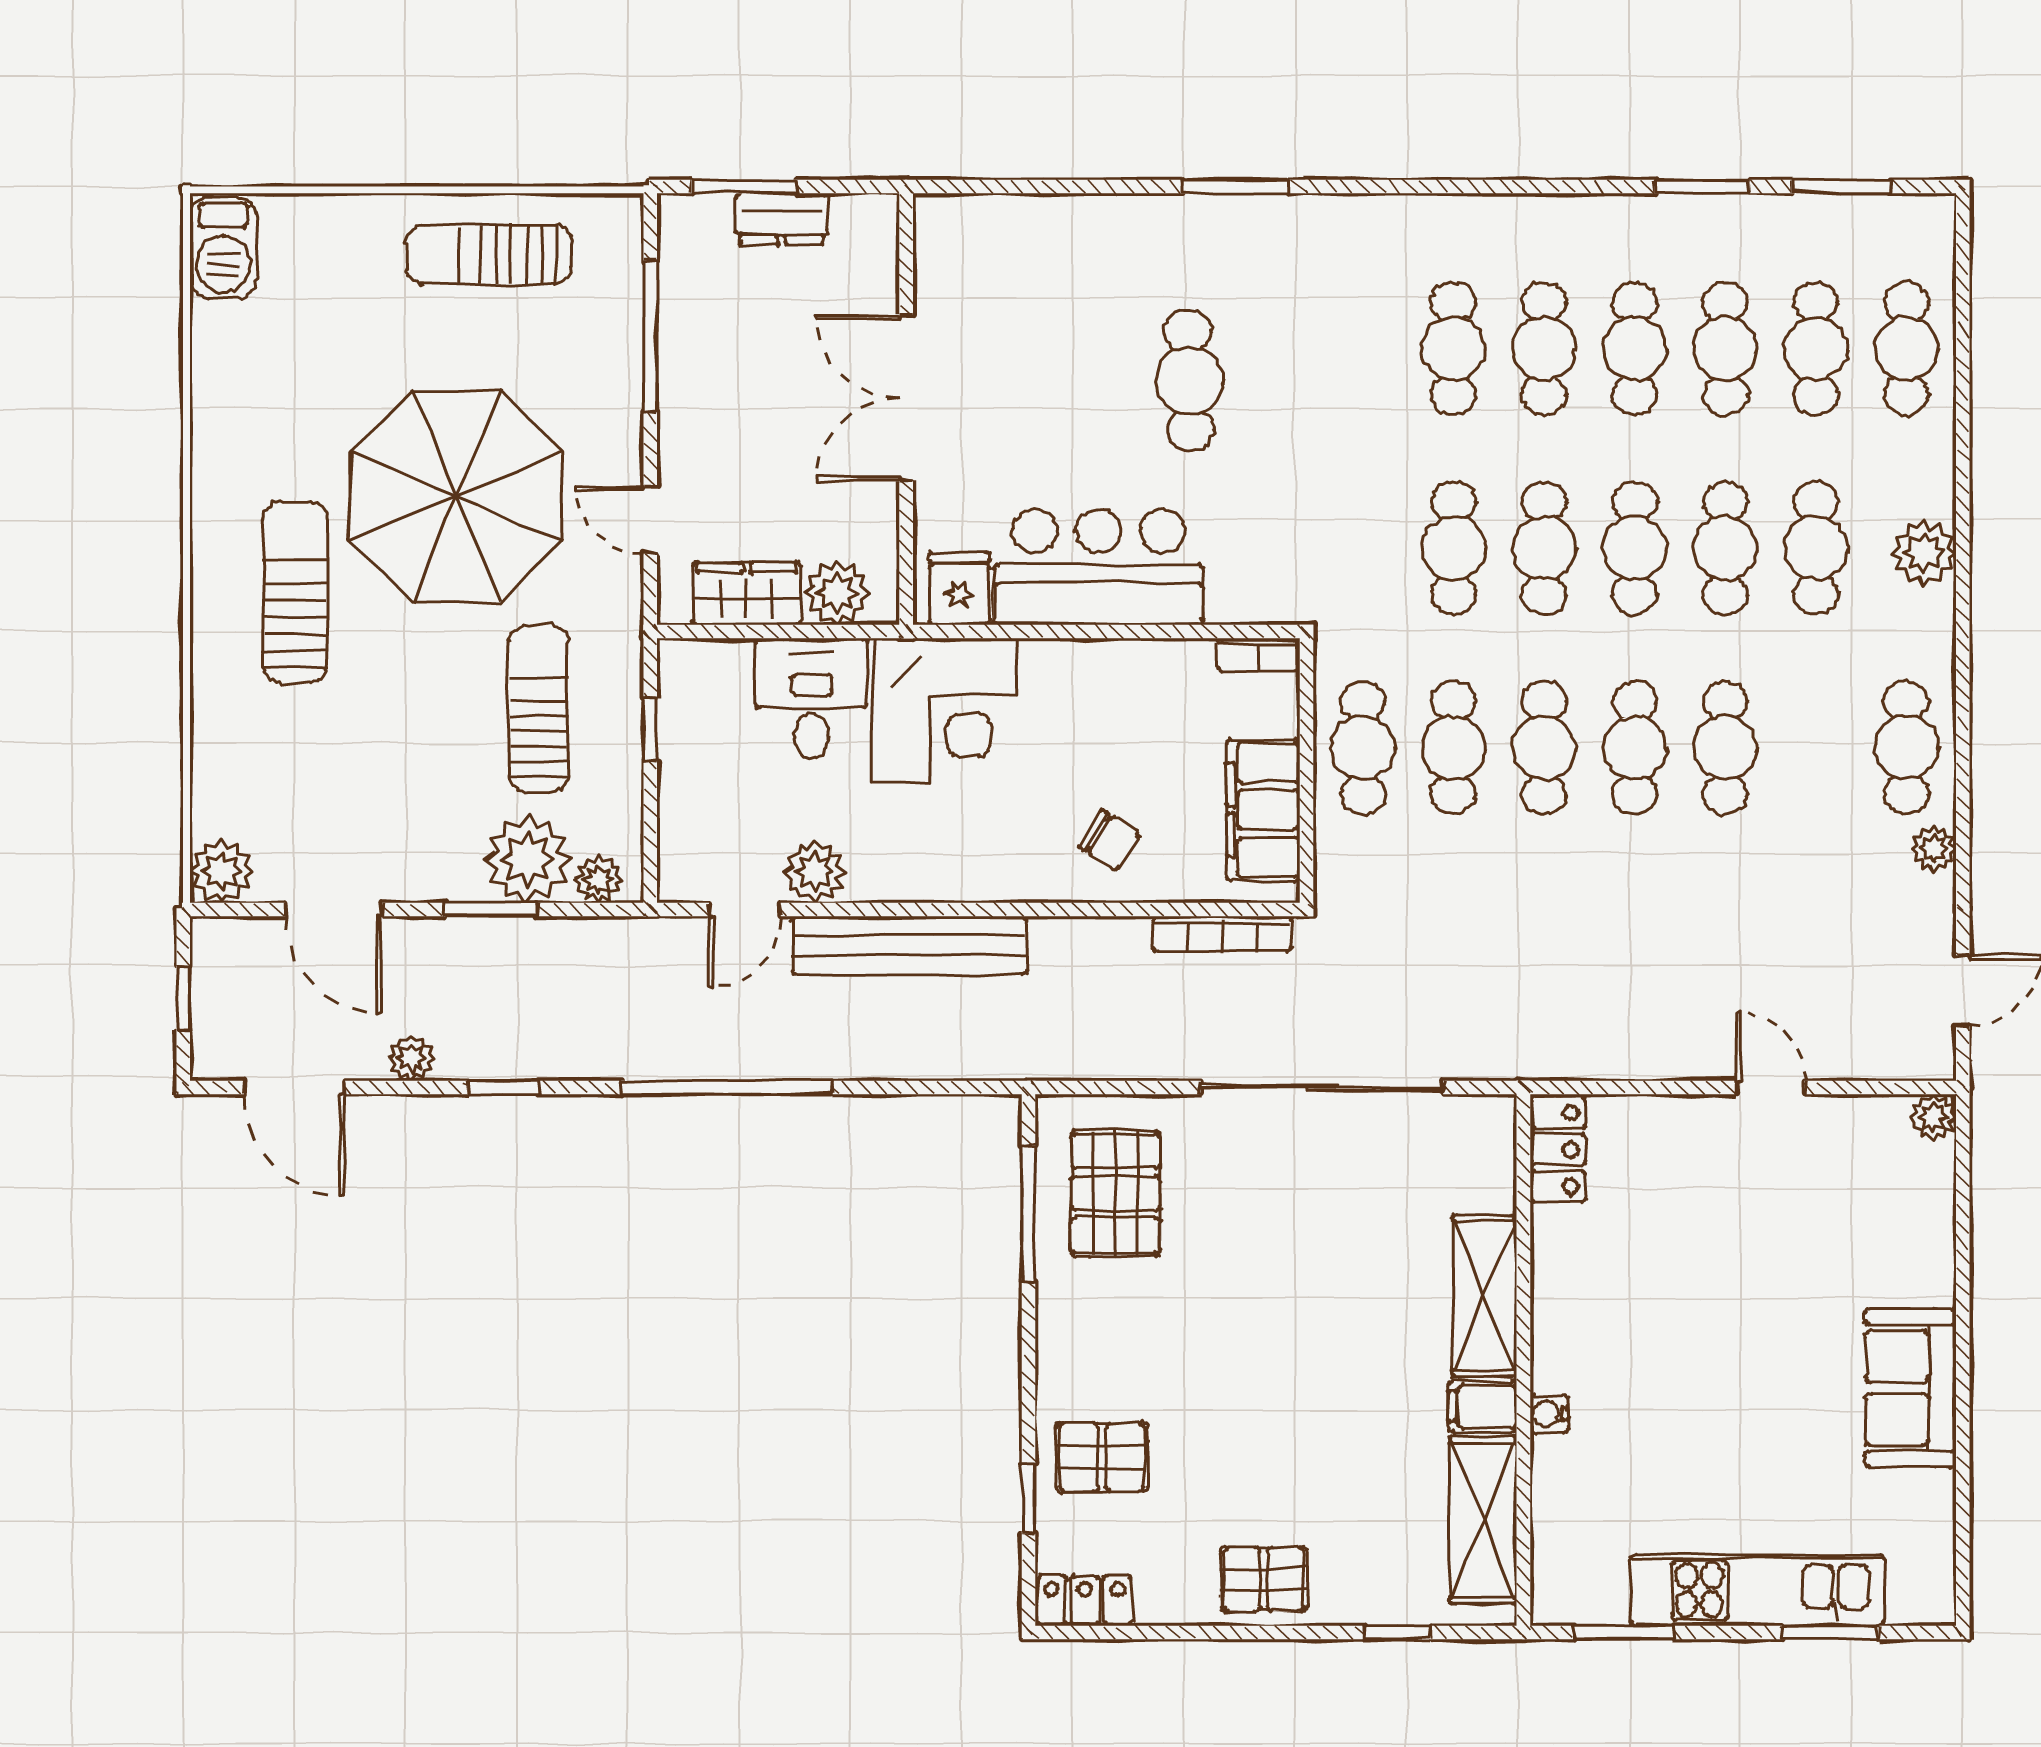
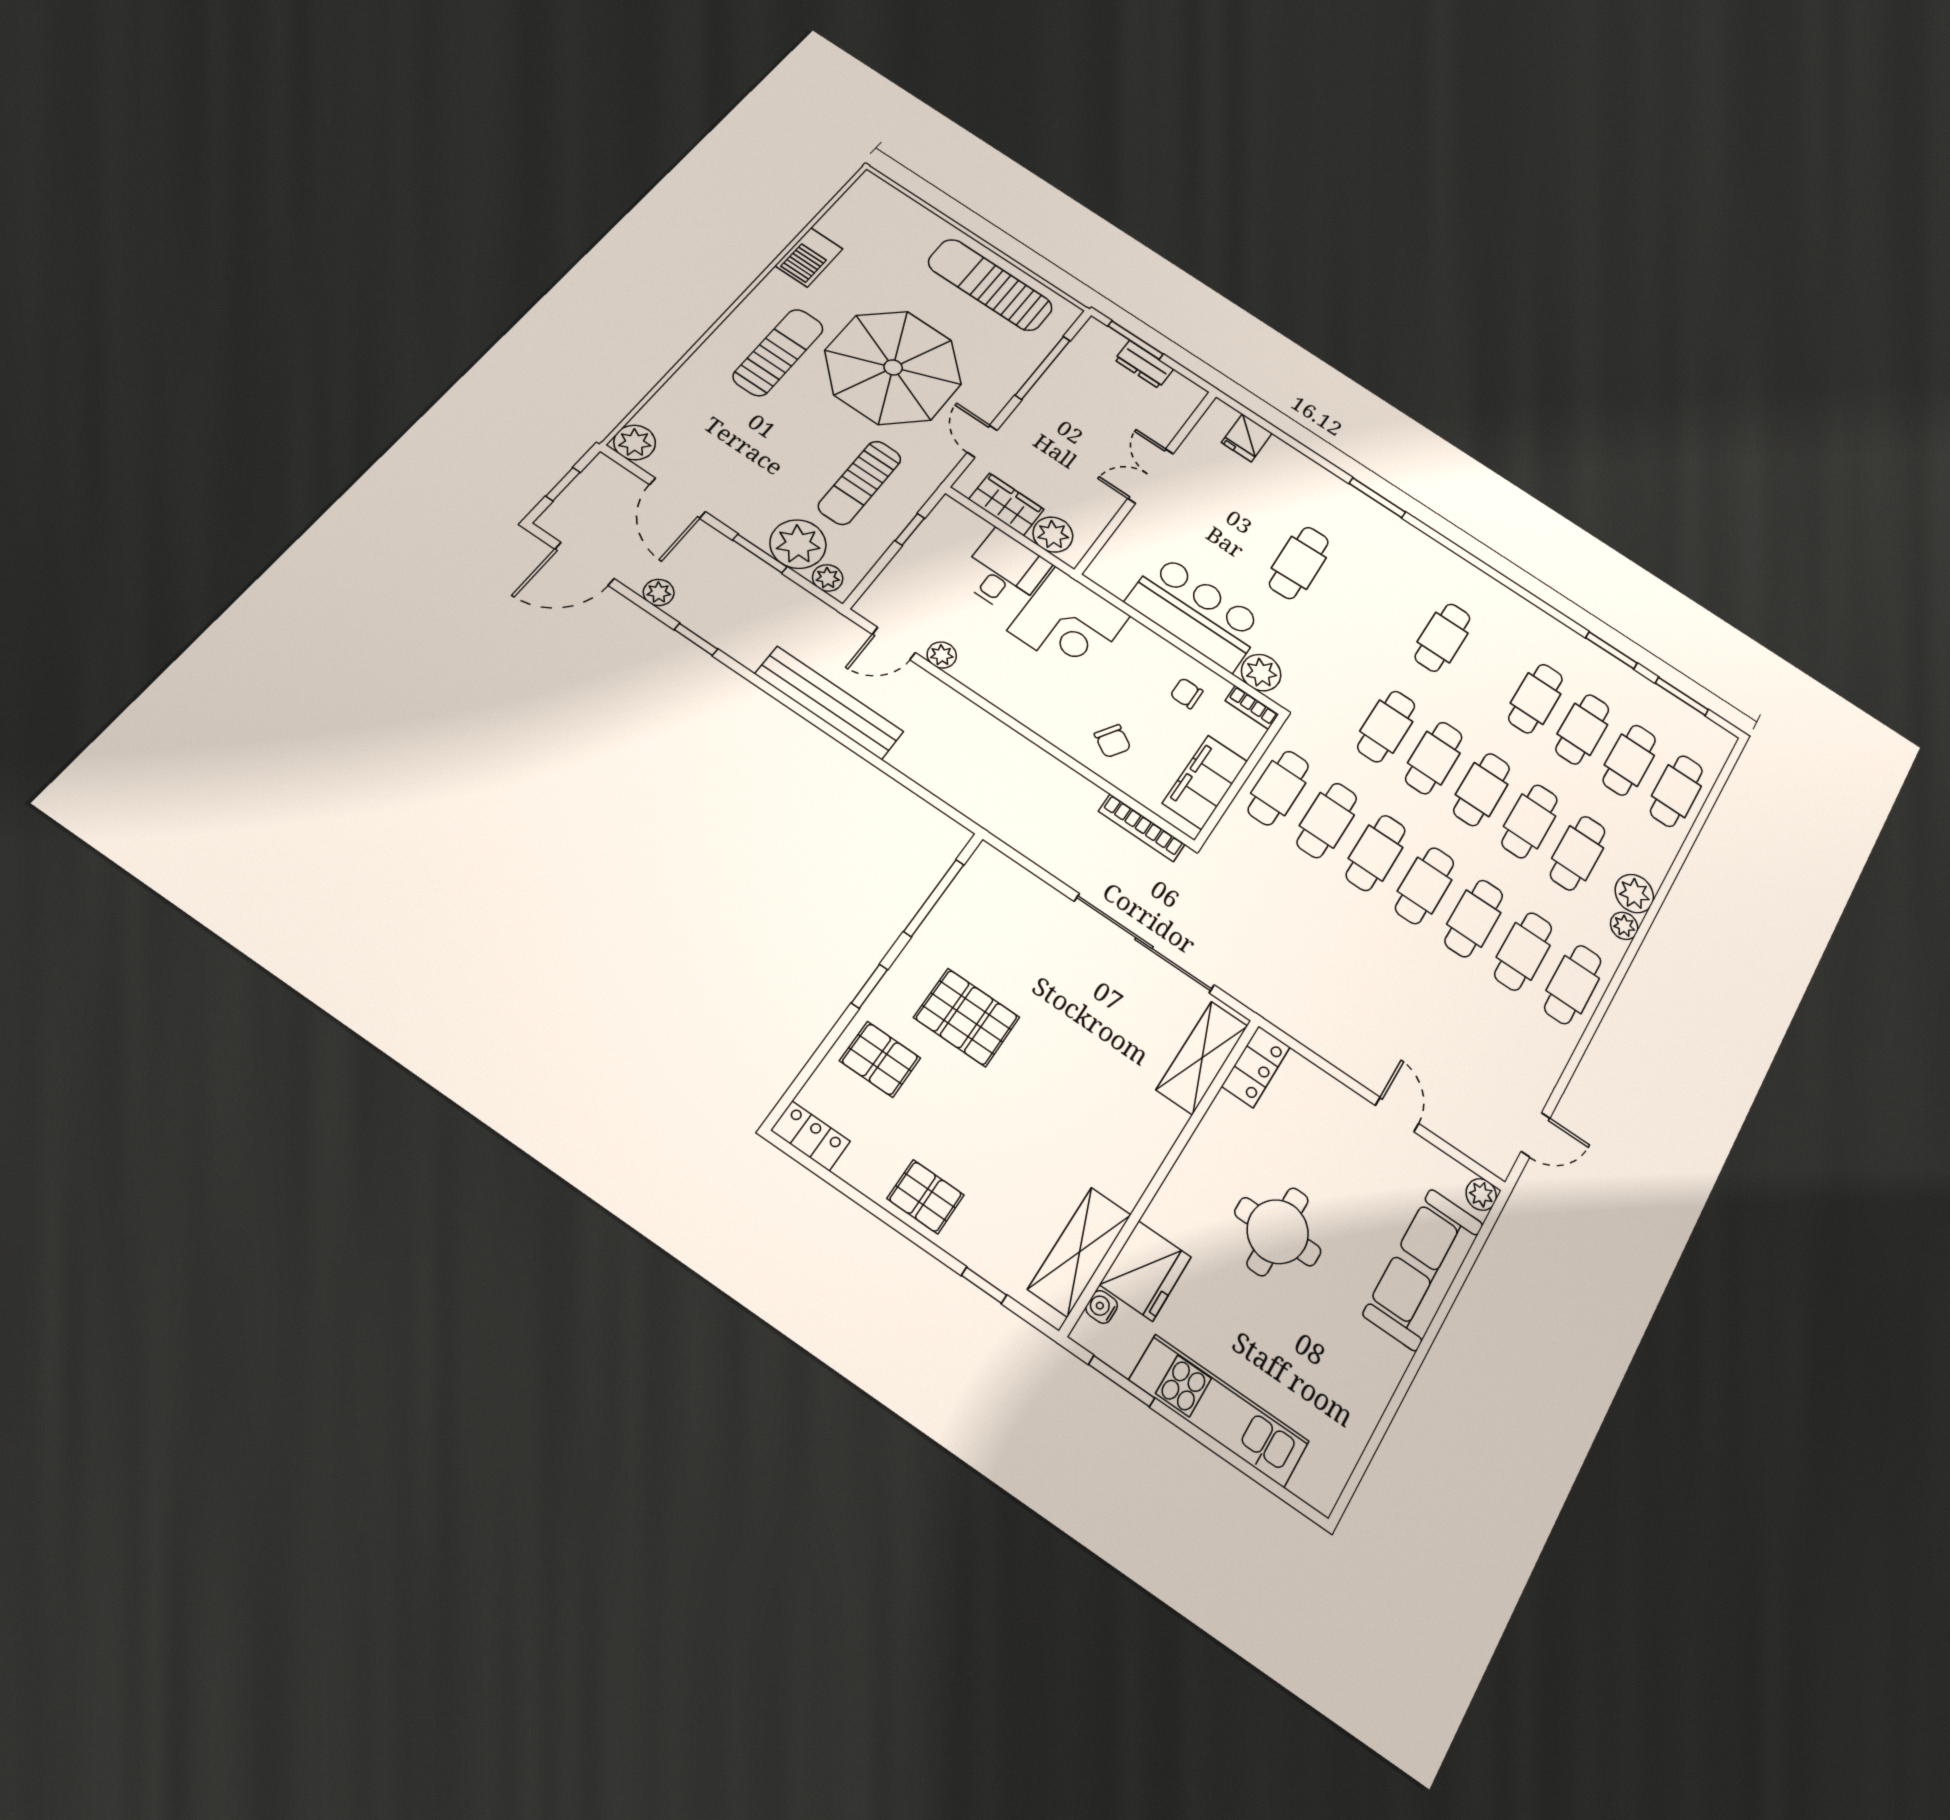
barbecue: (223, 248) -> (809, 257), moved
sun lounger: (489, 255) -> (990, 285), width x1.36, depth x1.34
cafe table: (1544, 349) -> (1523, 951), moved
double door: (906, 398) -> (1151, 476), width x0.73
fridge: (959, 589) -> (1247, 438), moved, turned 180
plant: (1240, 593) -> (1261, 673), added
chair: (1161, 698) -> (1187, 693), added
sun lounger: (539, 709) -> (860, 483), turned 180
plant: (1934, 848) -> (1624, 926), moved
plant: (815, 872) -> (942, 655), width x0.73, depth x0.73
bench: (909, 945) -> (829, 703), moved
door: (295, 1087) -> (584, 564), hinge flipped
window: (727, 1087) -> (817, 721), removed
pallet: (1116, 1193) -> (967, 1017), moved, turned 90
shelving: (1485, 1296) -> (1202, 1058), moved
round table: (1705, 1336) -> (1278, 1232), added
sofa: (1910, 1388) -> (1423, 1269), moved, width x1.36
filing cabinet: (1482, 1406) -> (1122, 1183), removed
water cooler: (1549, 1414) -> (1102, 1307), moved
fridge: (1574, 1490) -> (1145, 1271), added
window: (1028, 1498) -> (869, 986), moved
window: (1830, 1632) -> (1248, 1469), removed

